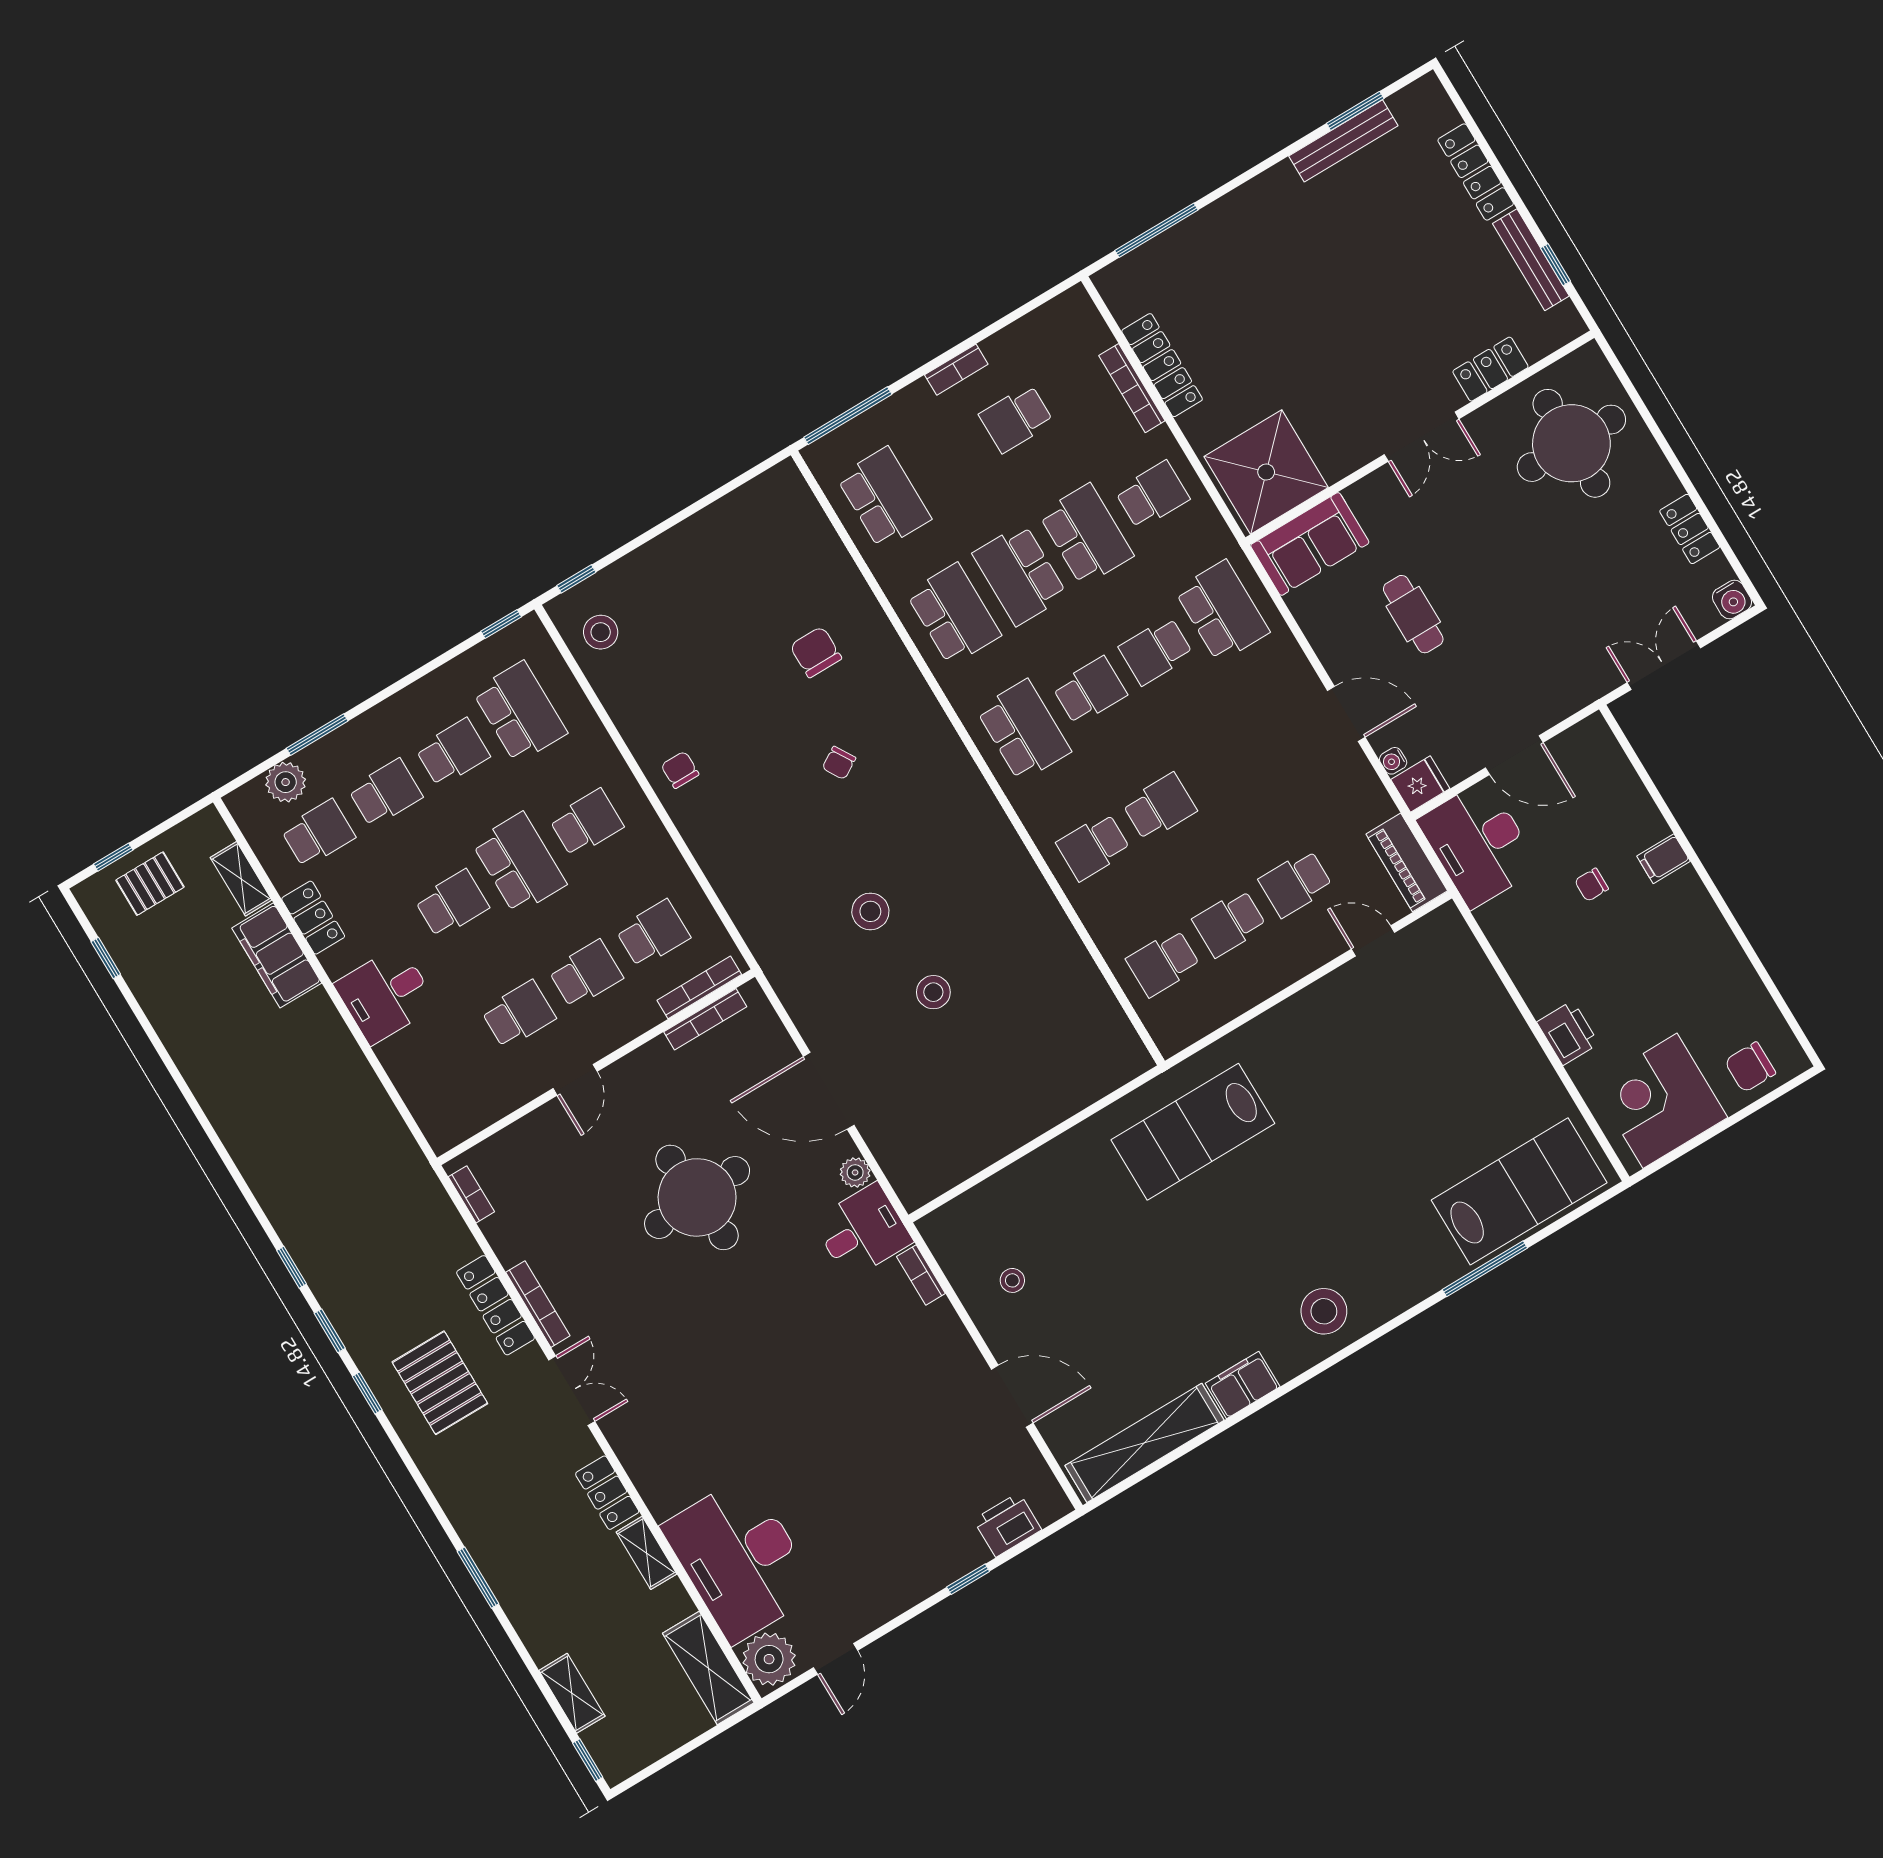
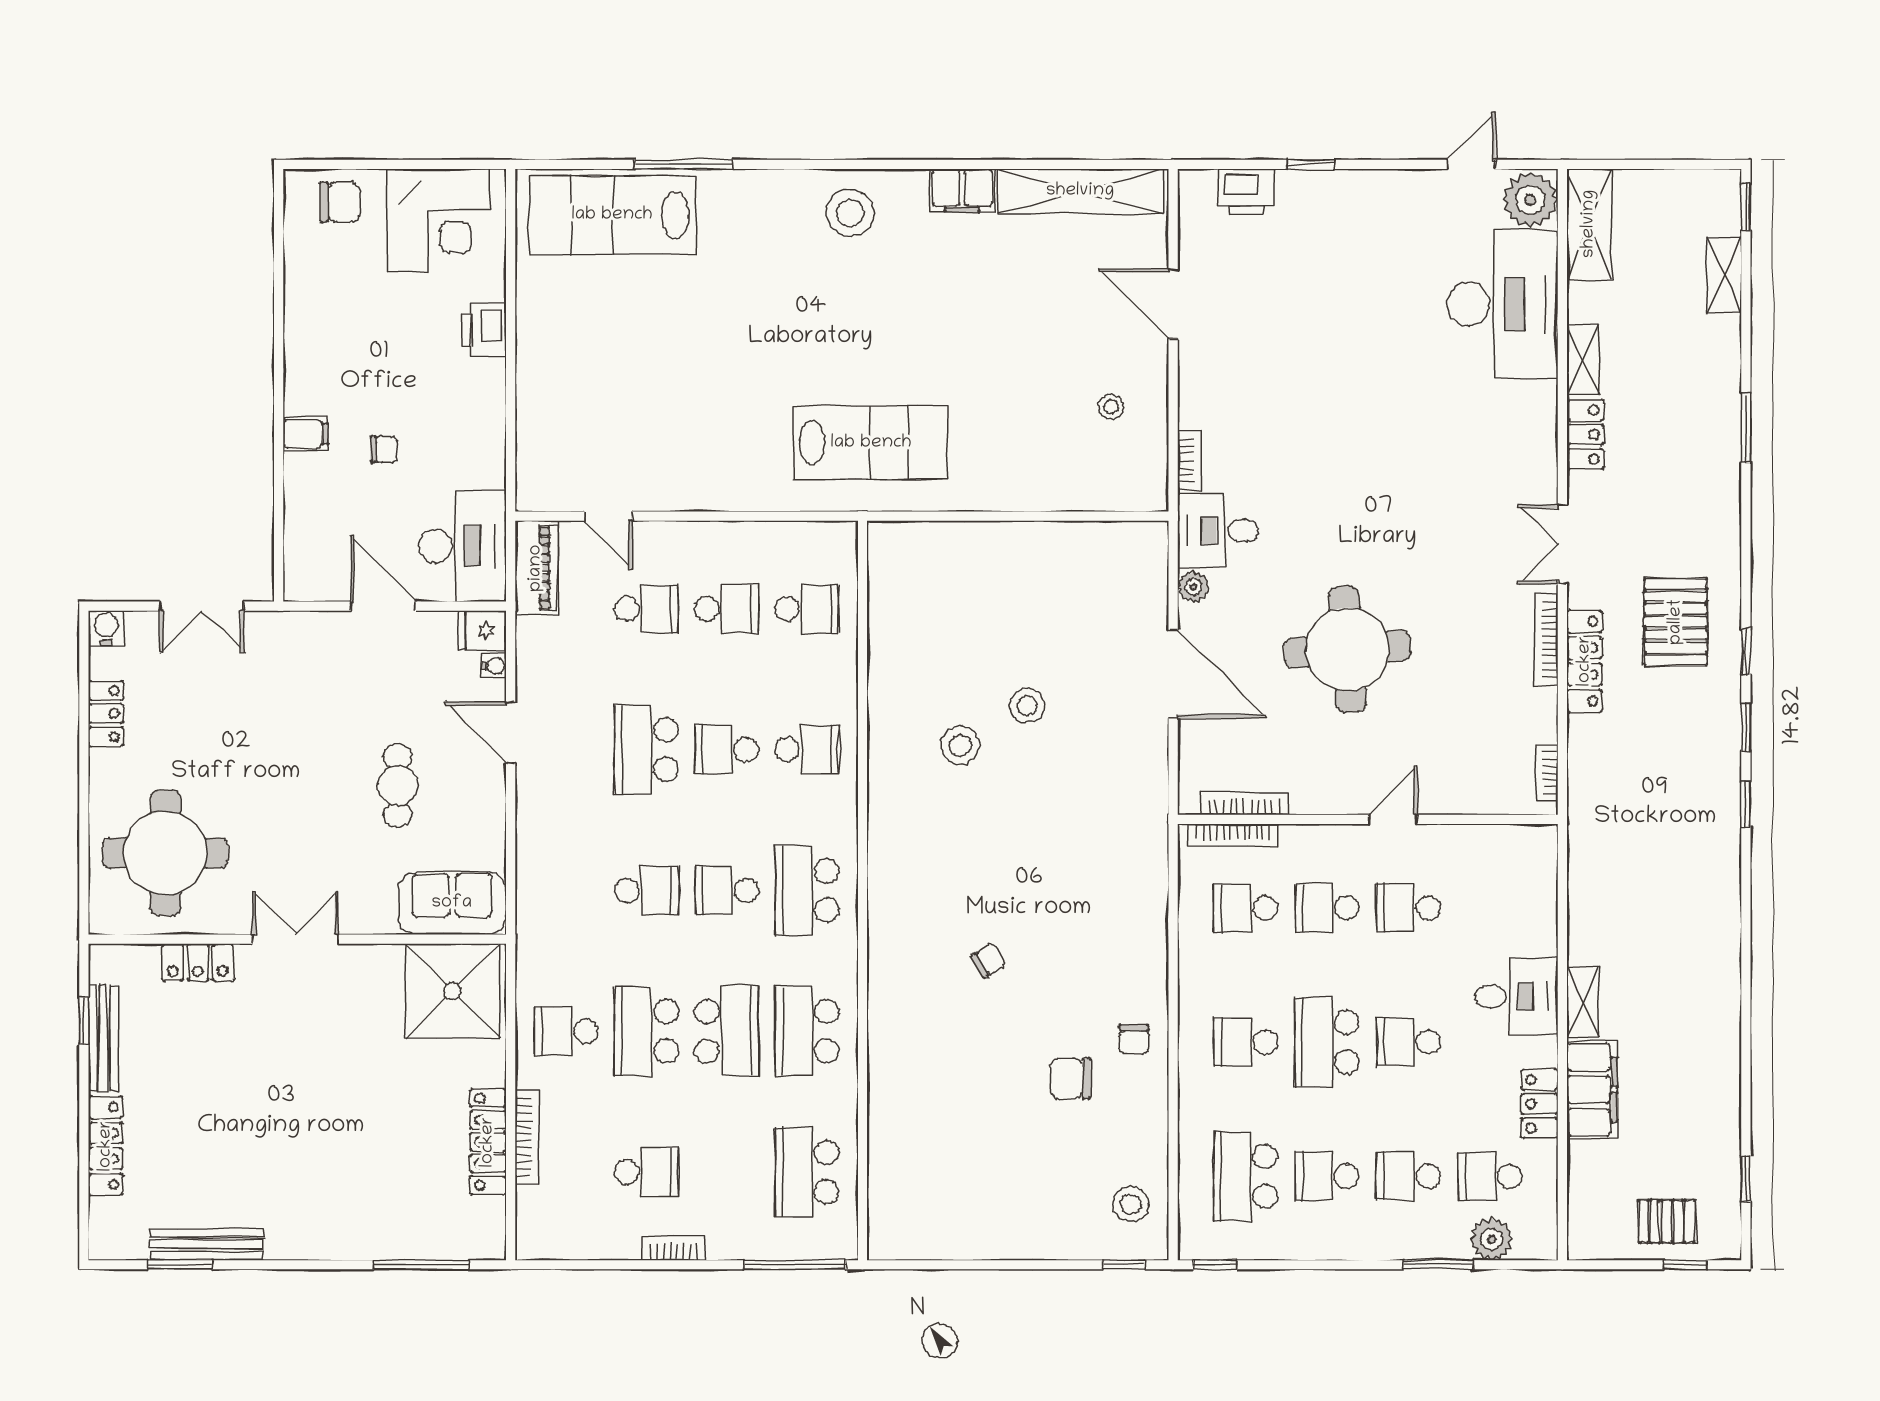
school desk: (1222, 611) -> (646, 750), moved
chair: (816, 652) -> (1070, 1078), moved, turned 90
shelving: (241, 879) -> (1583, 1002), moved
stool: (870, 911) -> (960, 745), moved

